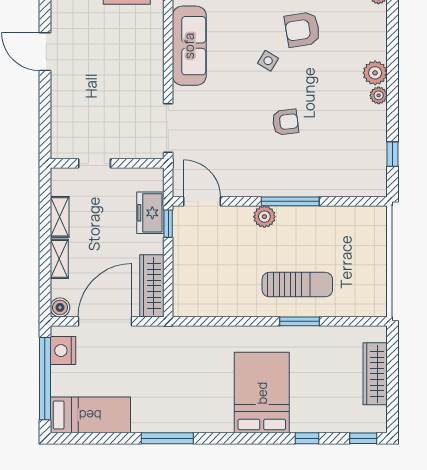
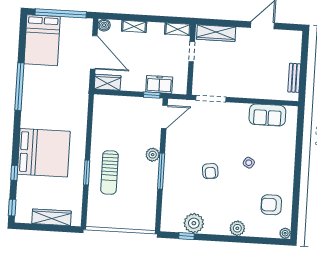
armchair: (302, 30) -> (271, 205), moved, turned -81
sofa: (189, 46) -> (267, 115), width x0.73
plant: (379, 95) -> (194, 223), moved, width x1.88, depth x1.88
wardrobe: (62, 126) -> (216, 33), added
shelving: (60, 217) -> (178, 29), moved
wardrobe: (152, 286) -> (108, 82), width x0.67
nightstand: (63, 351) -> (77, 25), removed
bed: (262, 393) -> (44, 153), width x1.36
bed: (90, 415) -> (42, 40), width x1.50
window: (167, 438) -> (19, 87), width x1.46

